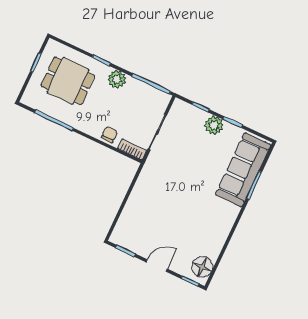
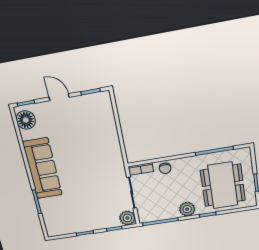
dining table: (68, 81) -> (223, 185), width x1.38
plant: (214, 125) -> (127, 218), moved
sofa: (243, 170) -> (42, 168), moved
door: (157, 265) -> (59, 97), swing flipped

